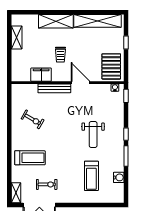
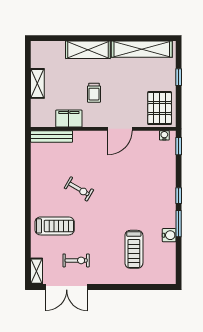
shelving: (17, 37) -> (37, 83), moved
door: (81, 83) -> (120, 129), swing flipped
bench: (54, 88) -> (52, 136), moved
exercise bike: (33, 119) -> (79, 189), moved
weight bench: (93, 135) -> (136, 196), removed
water cooler: (119, 177) -> (169, 235), moved

